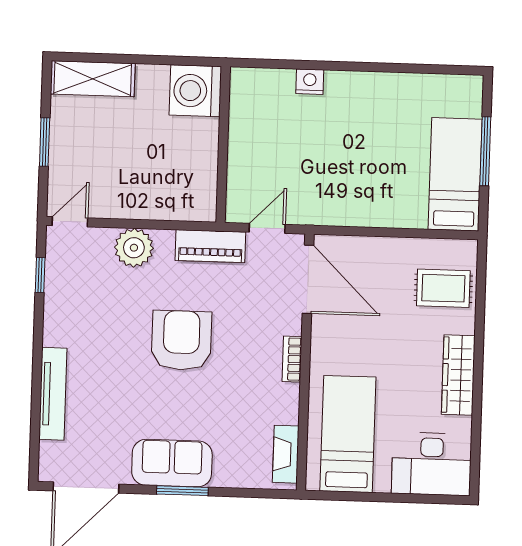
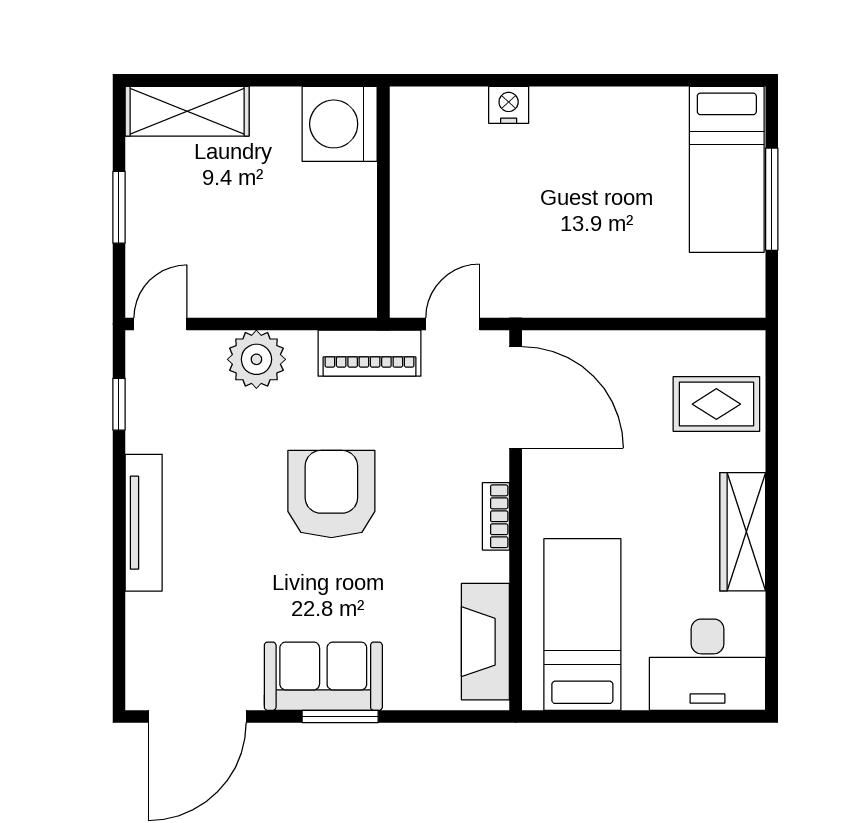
bed: (455, 174) -> (727, 169), moved, turned 180
tv unit: (53, 394) -> (144, 523), moved
fireplace: (286, 454) -> (485, 642), width x1.37, depth x1.32

